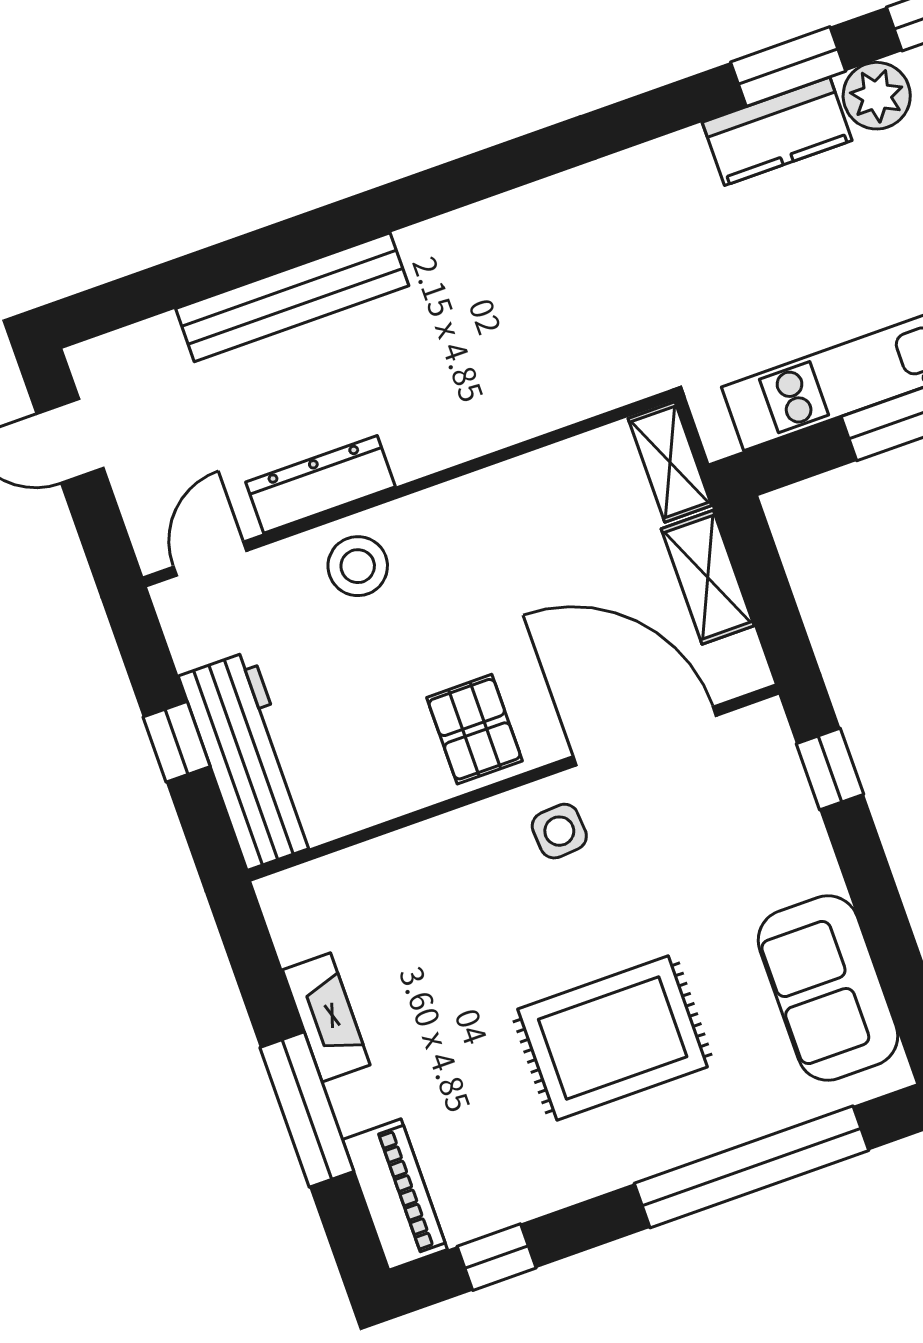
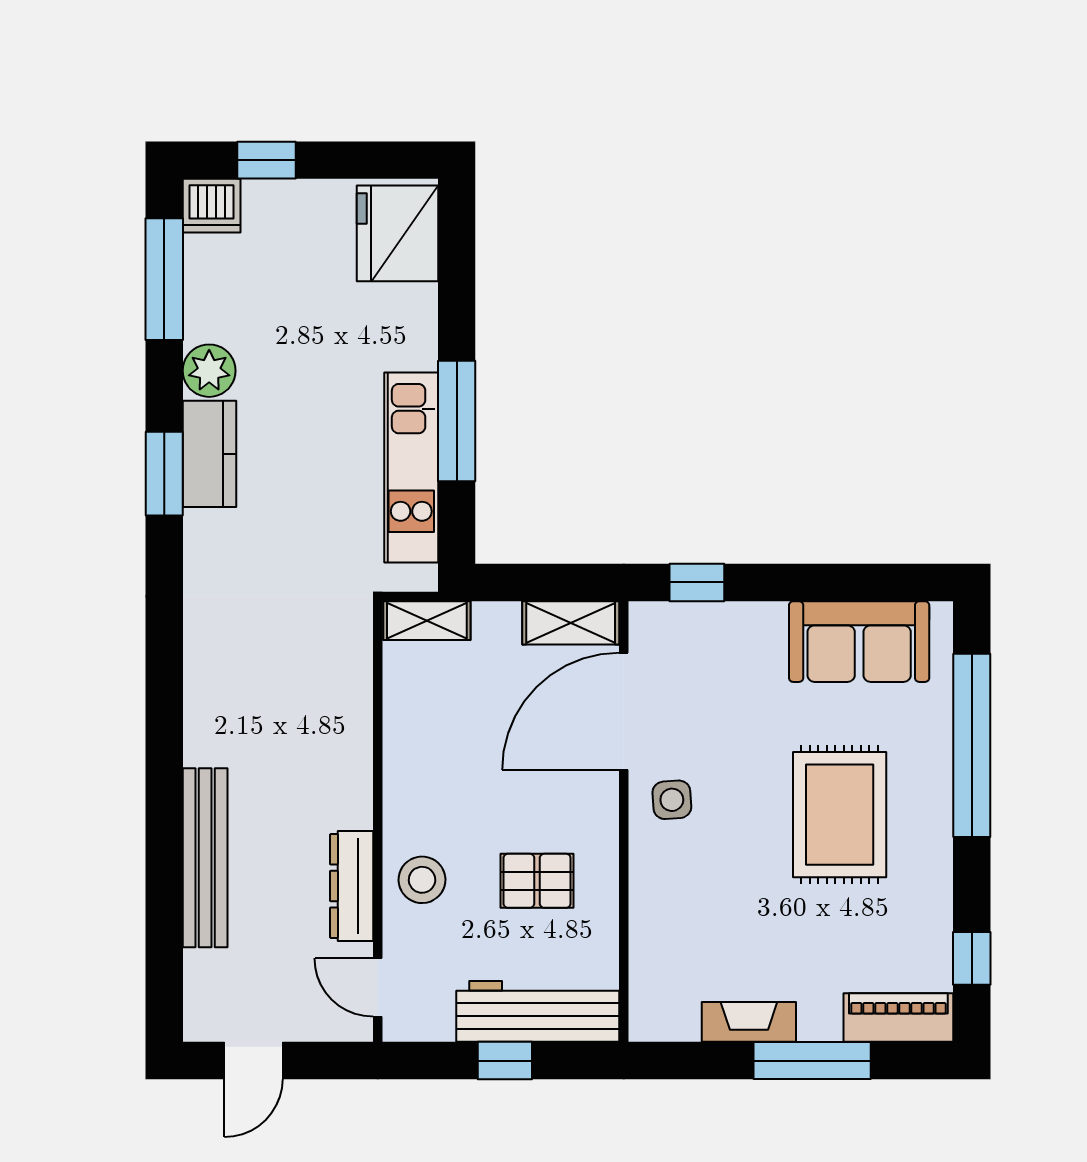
window: (788, 67) -> (164, 474), moved
shelving: (708, 577) -> (571, 623), moved
pallet: (474, 729) -> (537, 881), moved

